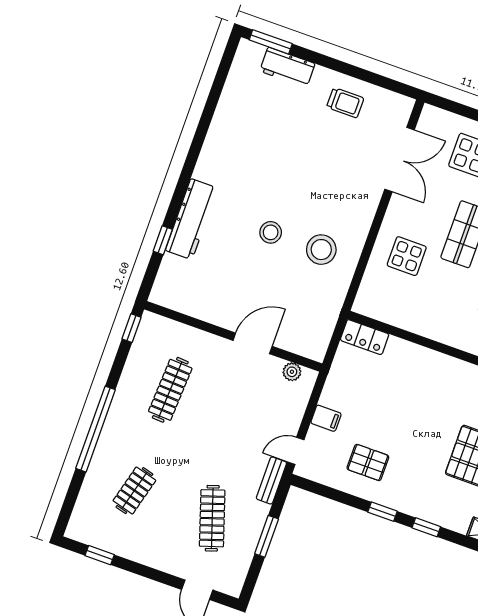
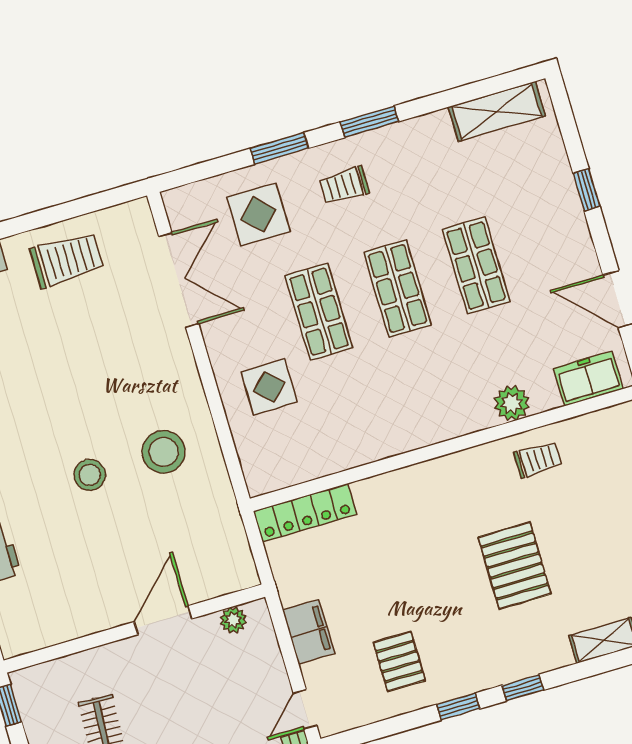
trolley: (345, 103) -> (67, 260), width x1.36, depth x1.39
locker: (365, 337) -> (305, 513), width x1.53
filing cabinet: (326, 418) -> (309, 632), width x2.00
pallet: (368, 462) -> (399, 661), turned 90

